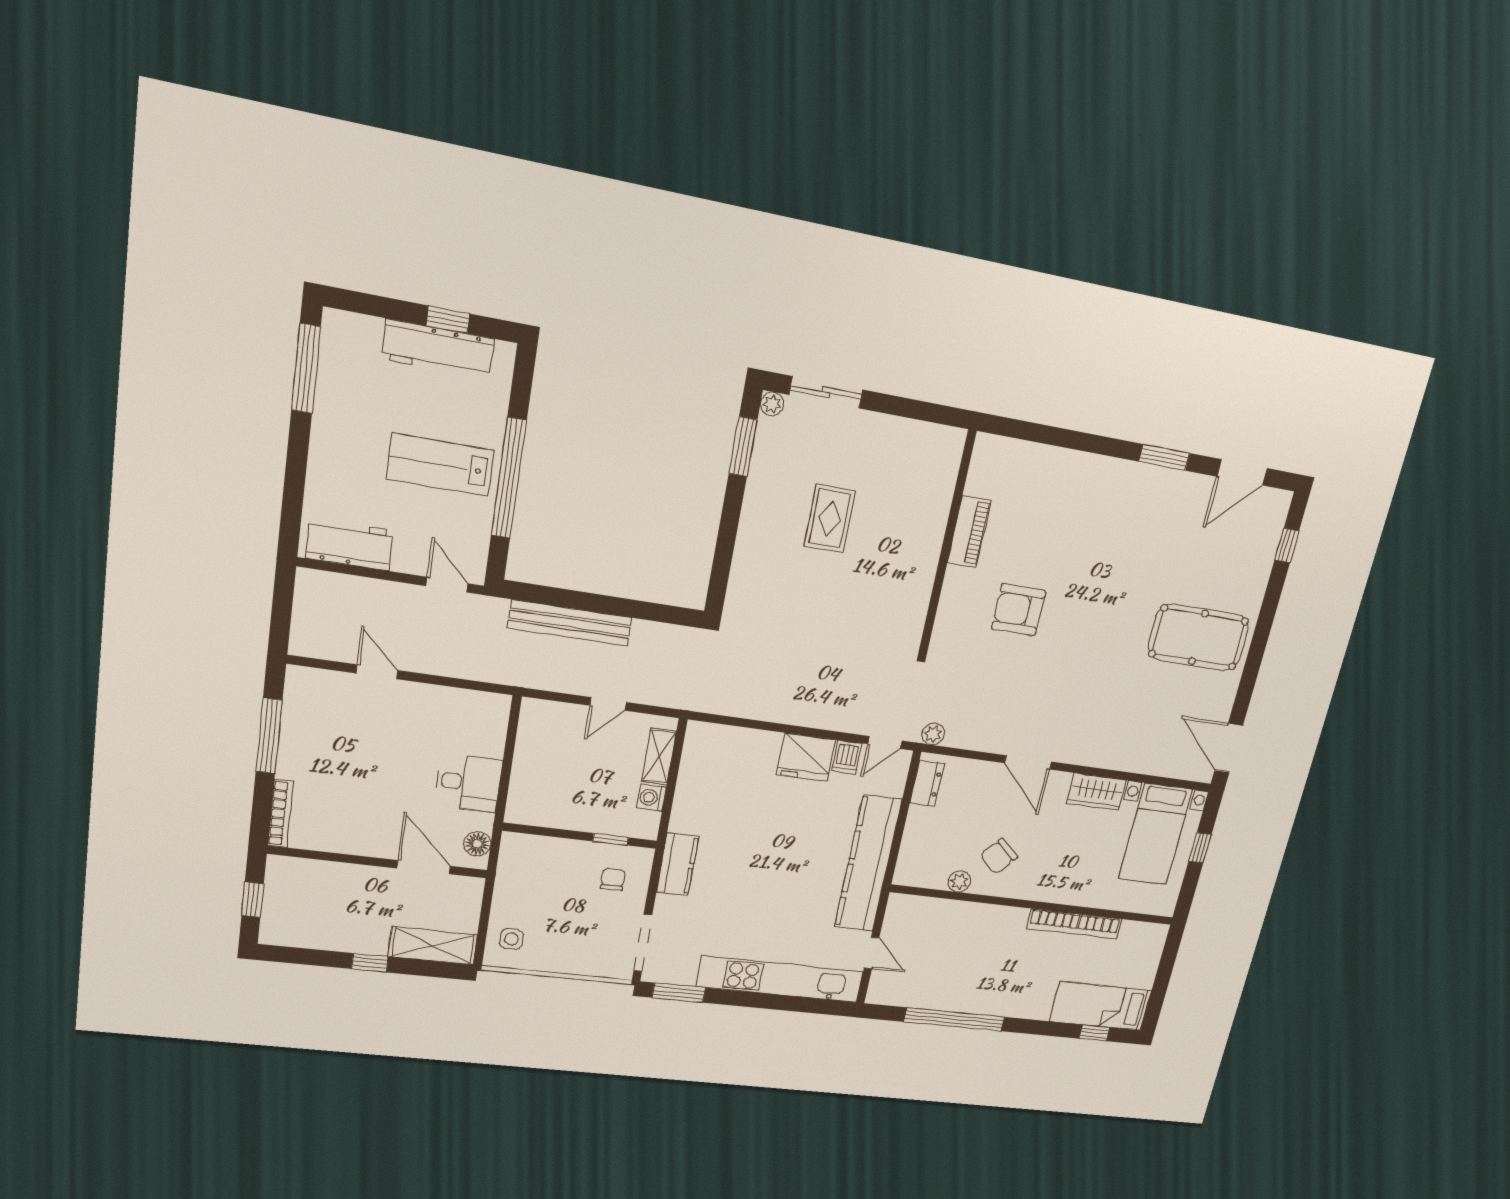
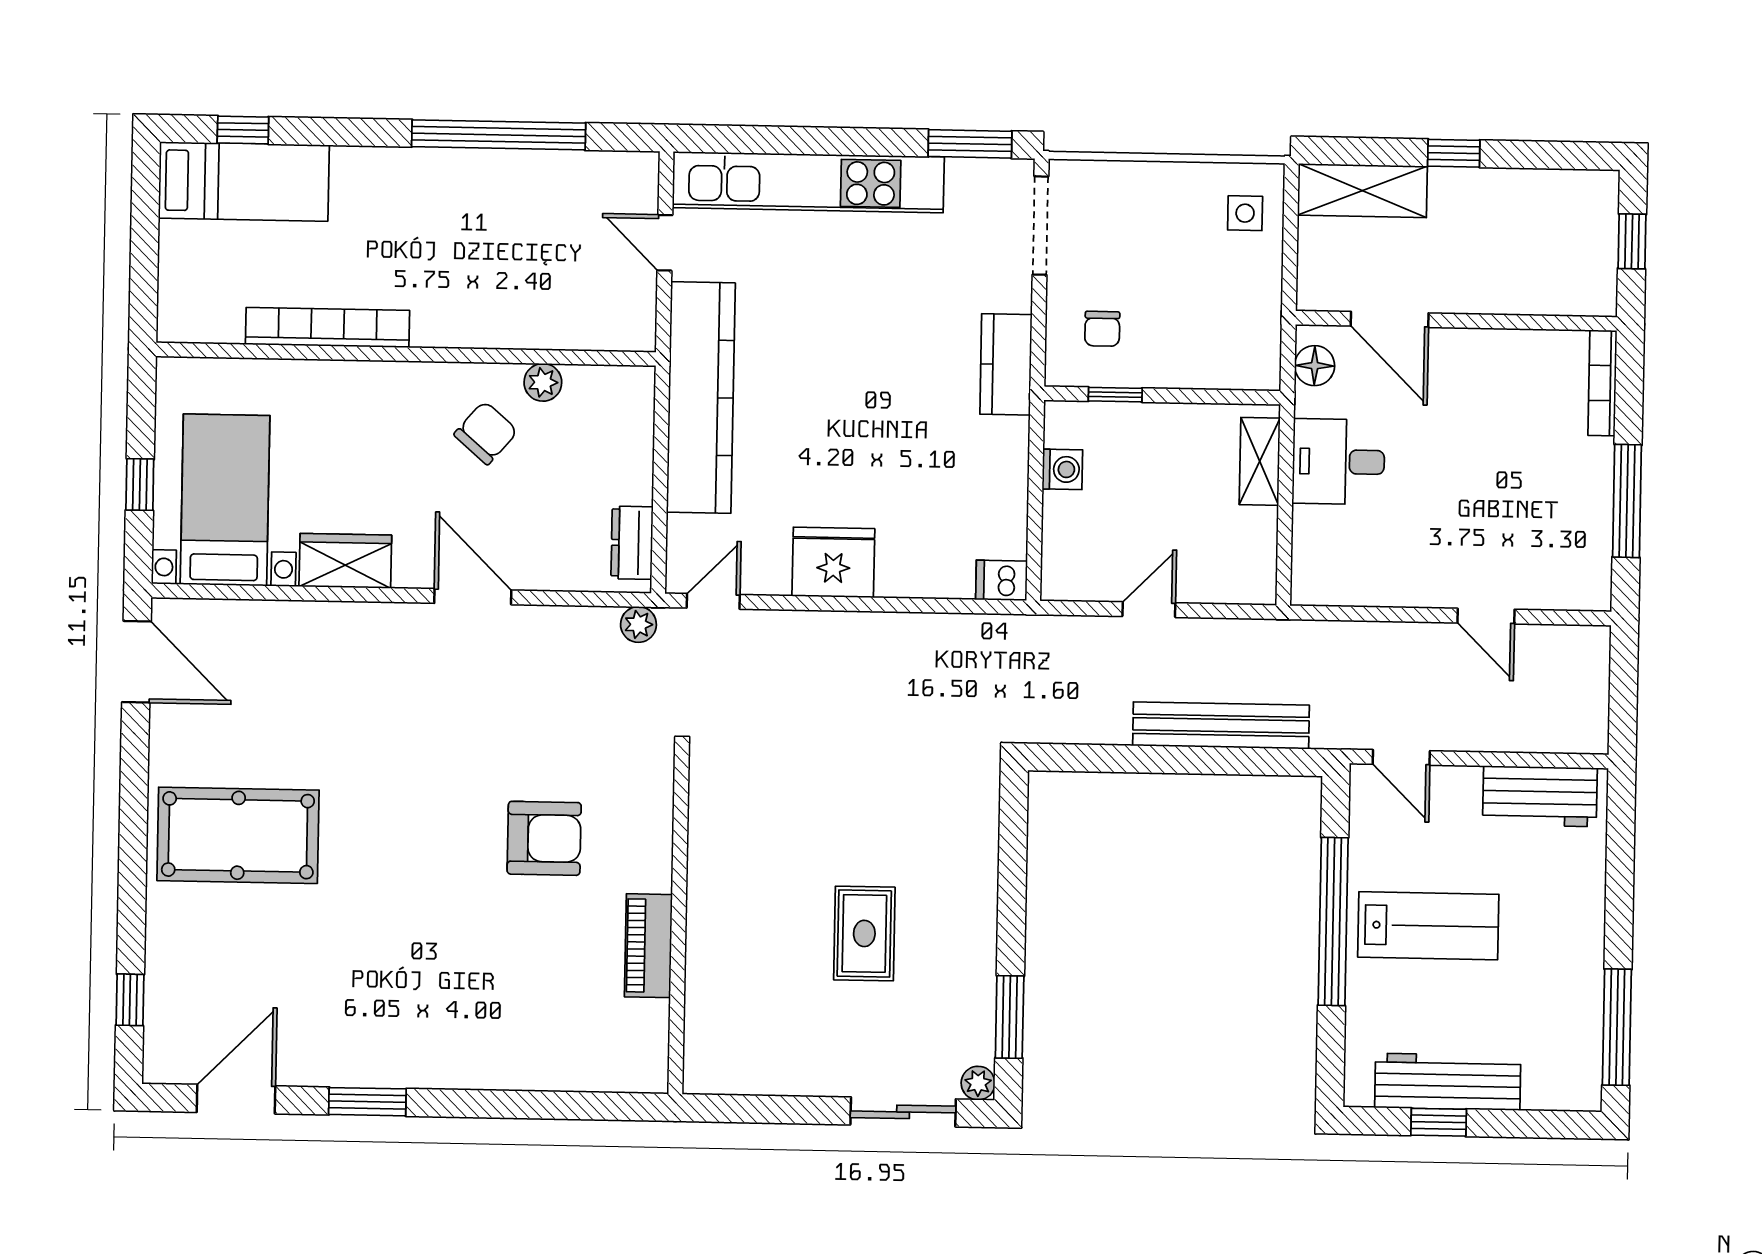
shelving: (659, 757) -> (1260, 461), moved
dishwasher: (847, 757) -> (1001, 580), moved, turned -90

